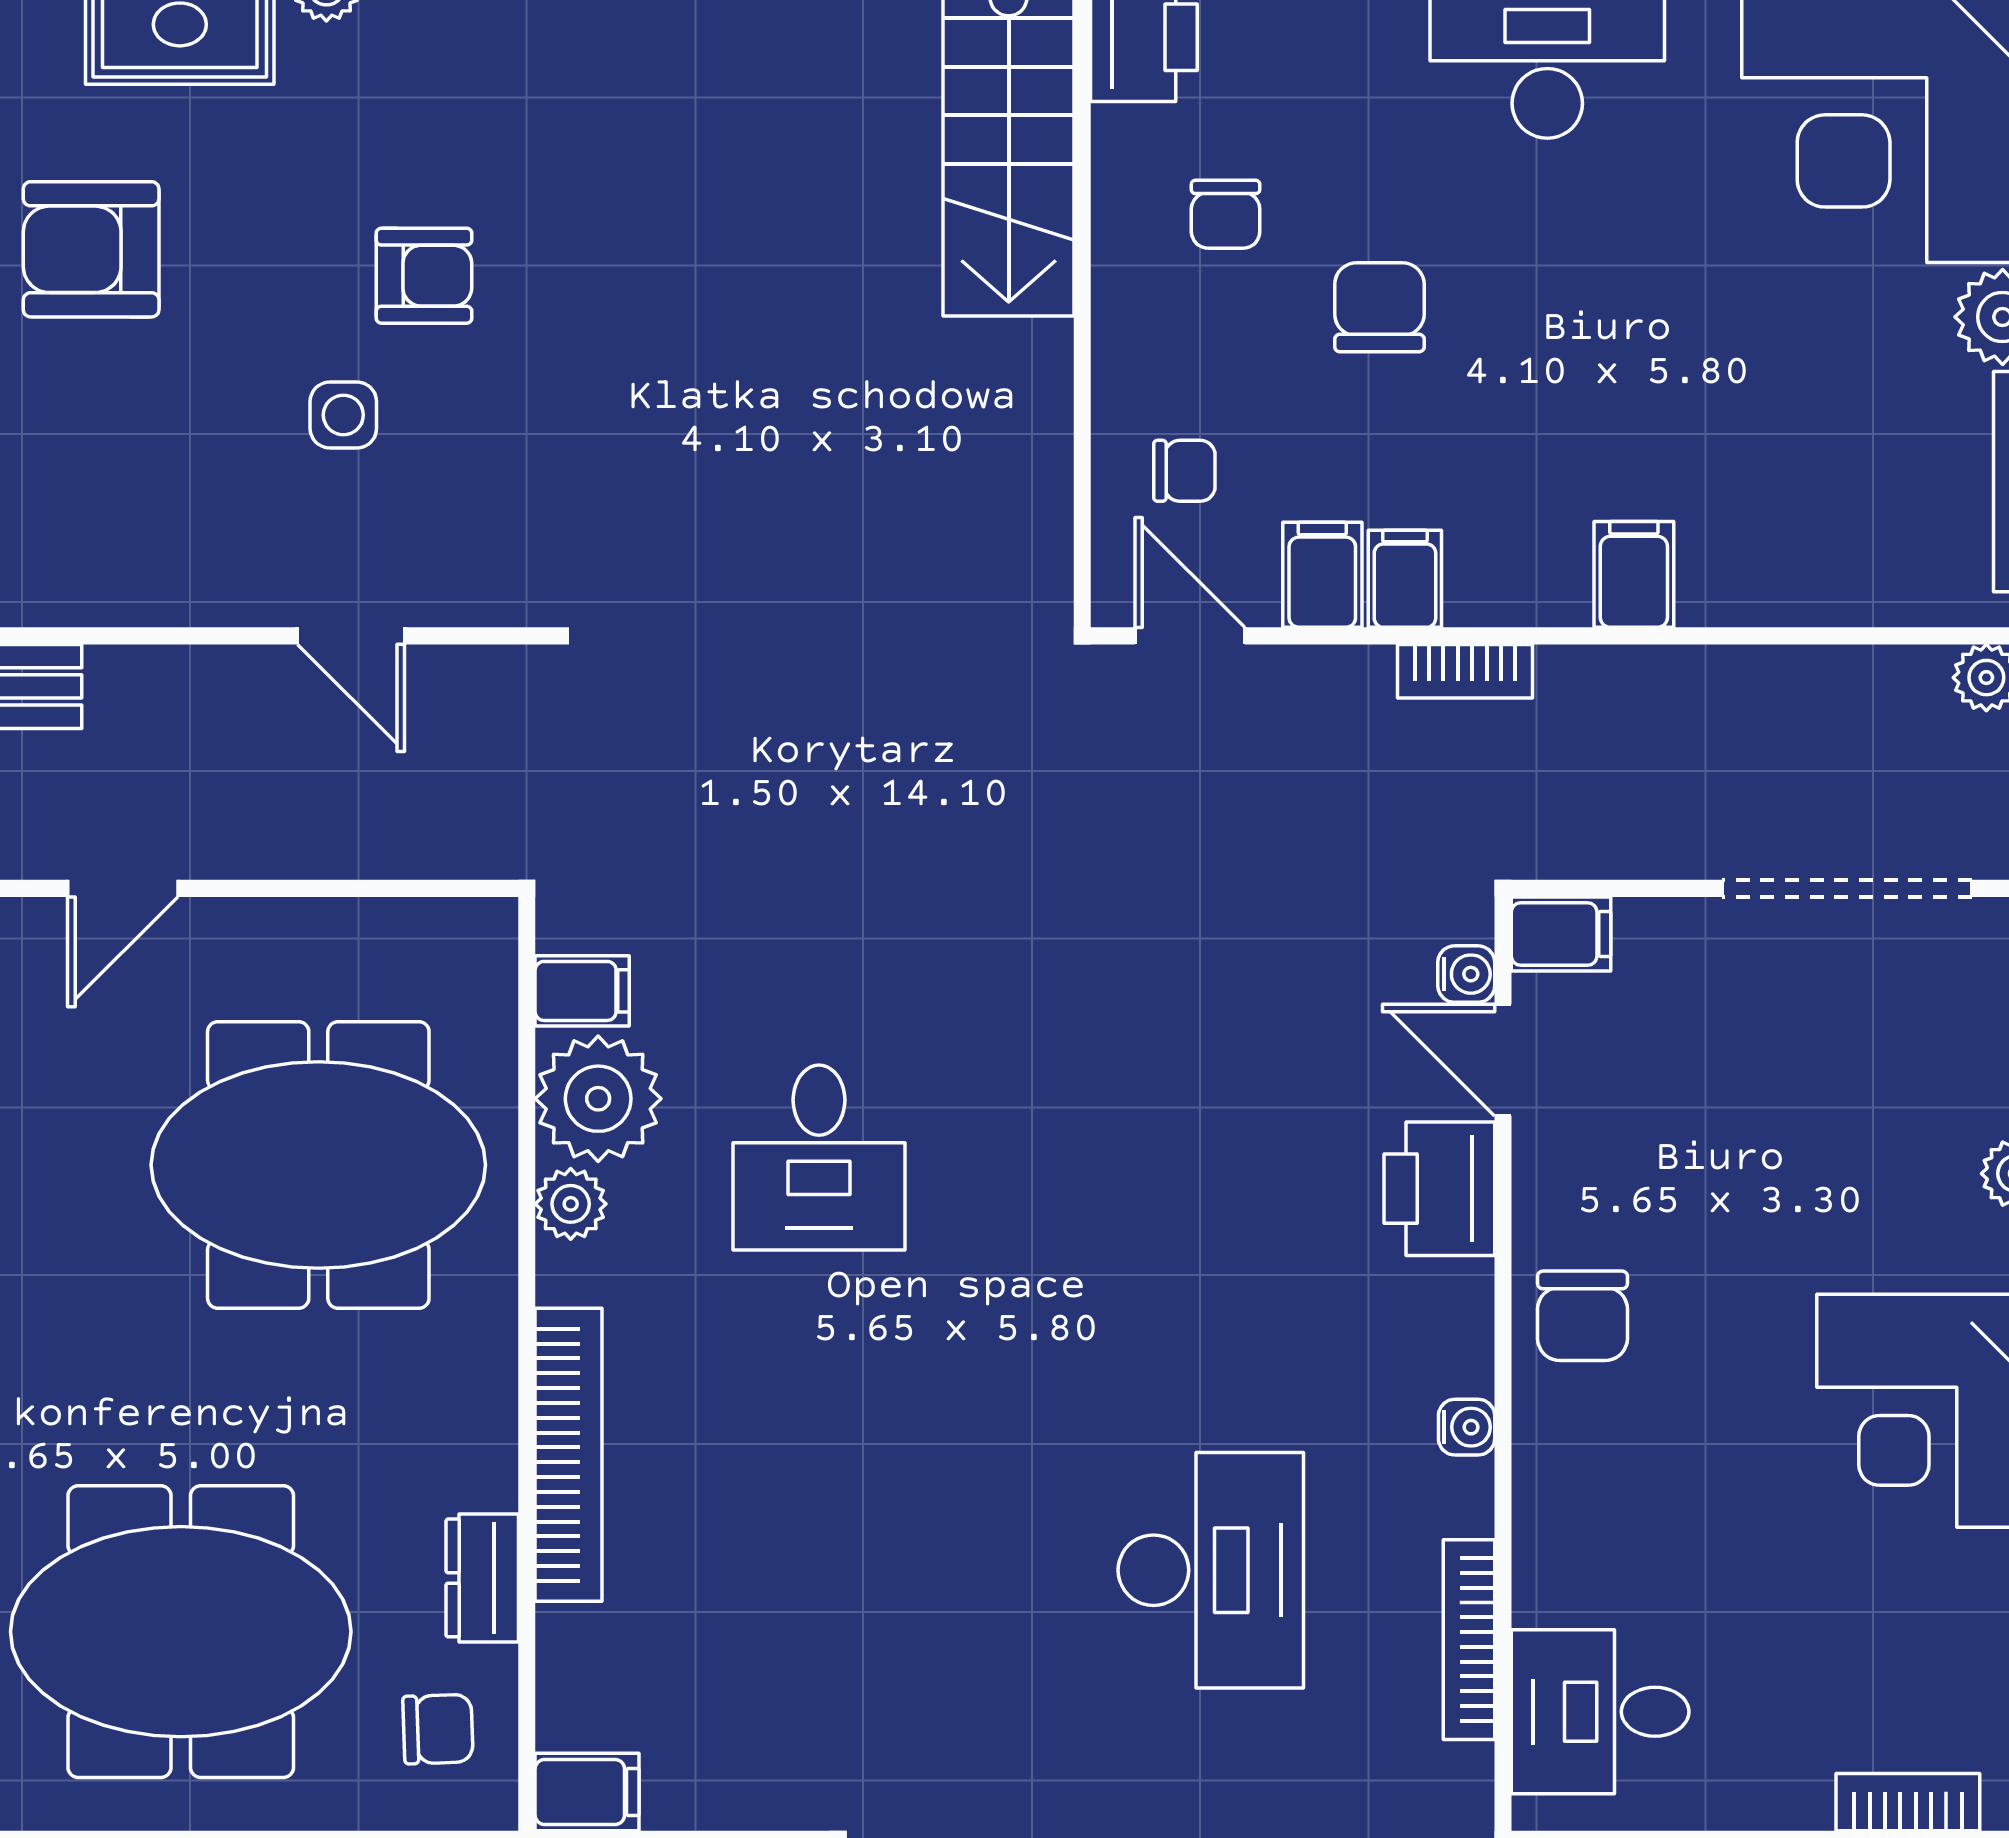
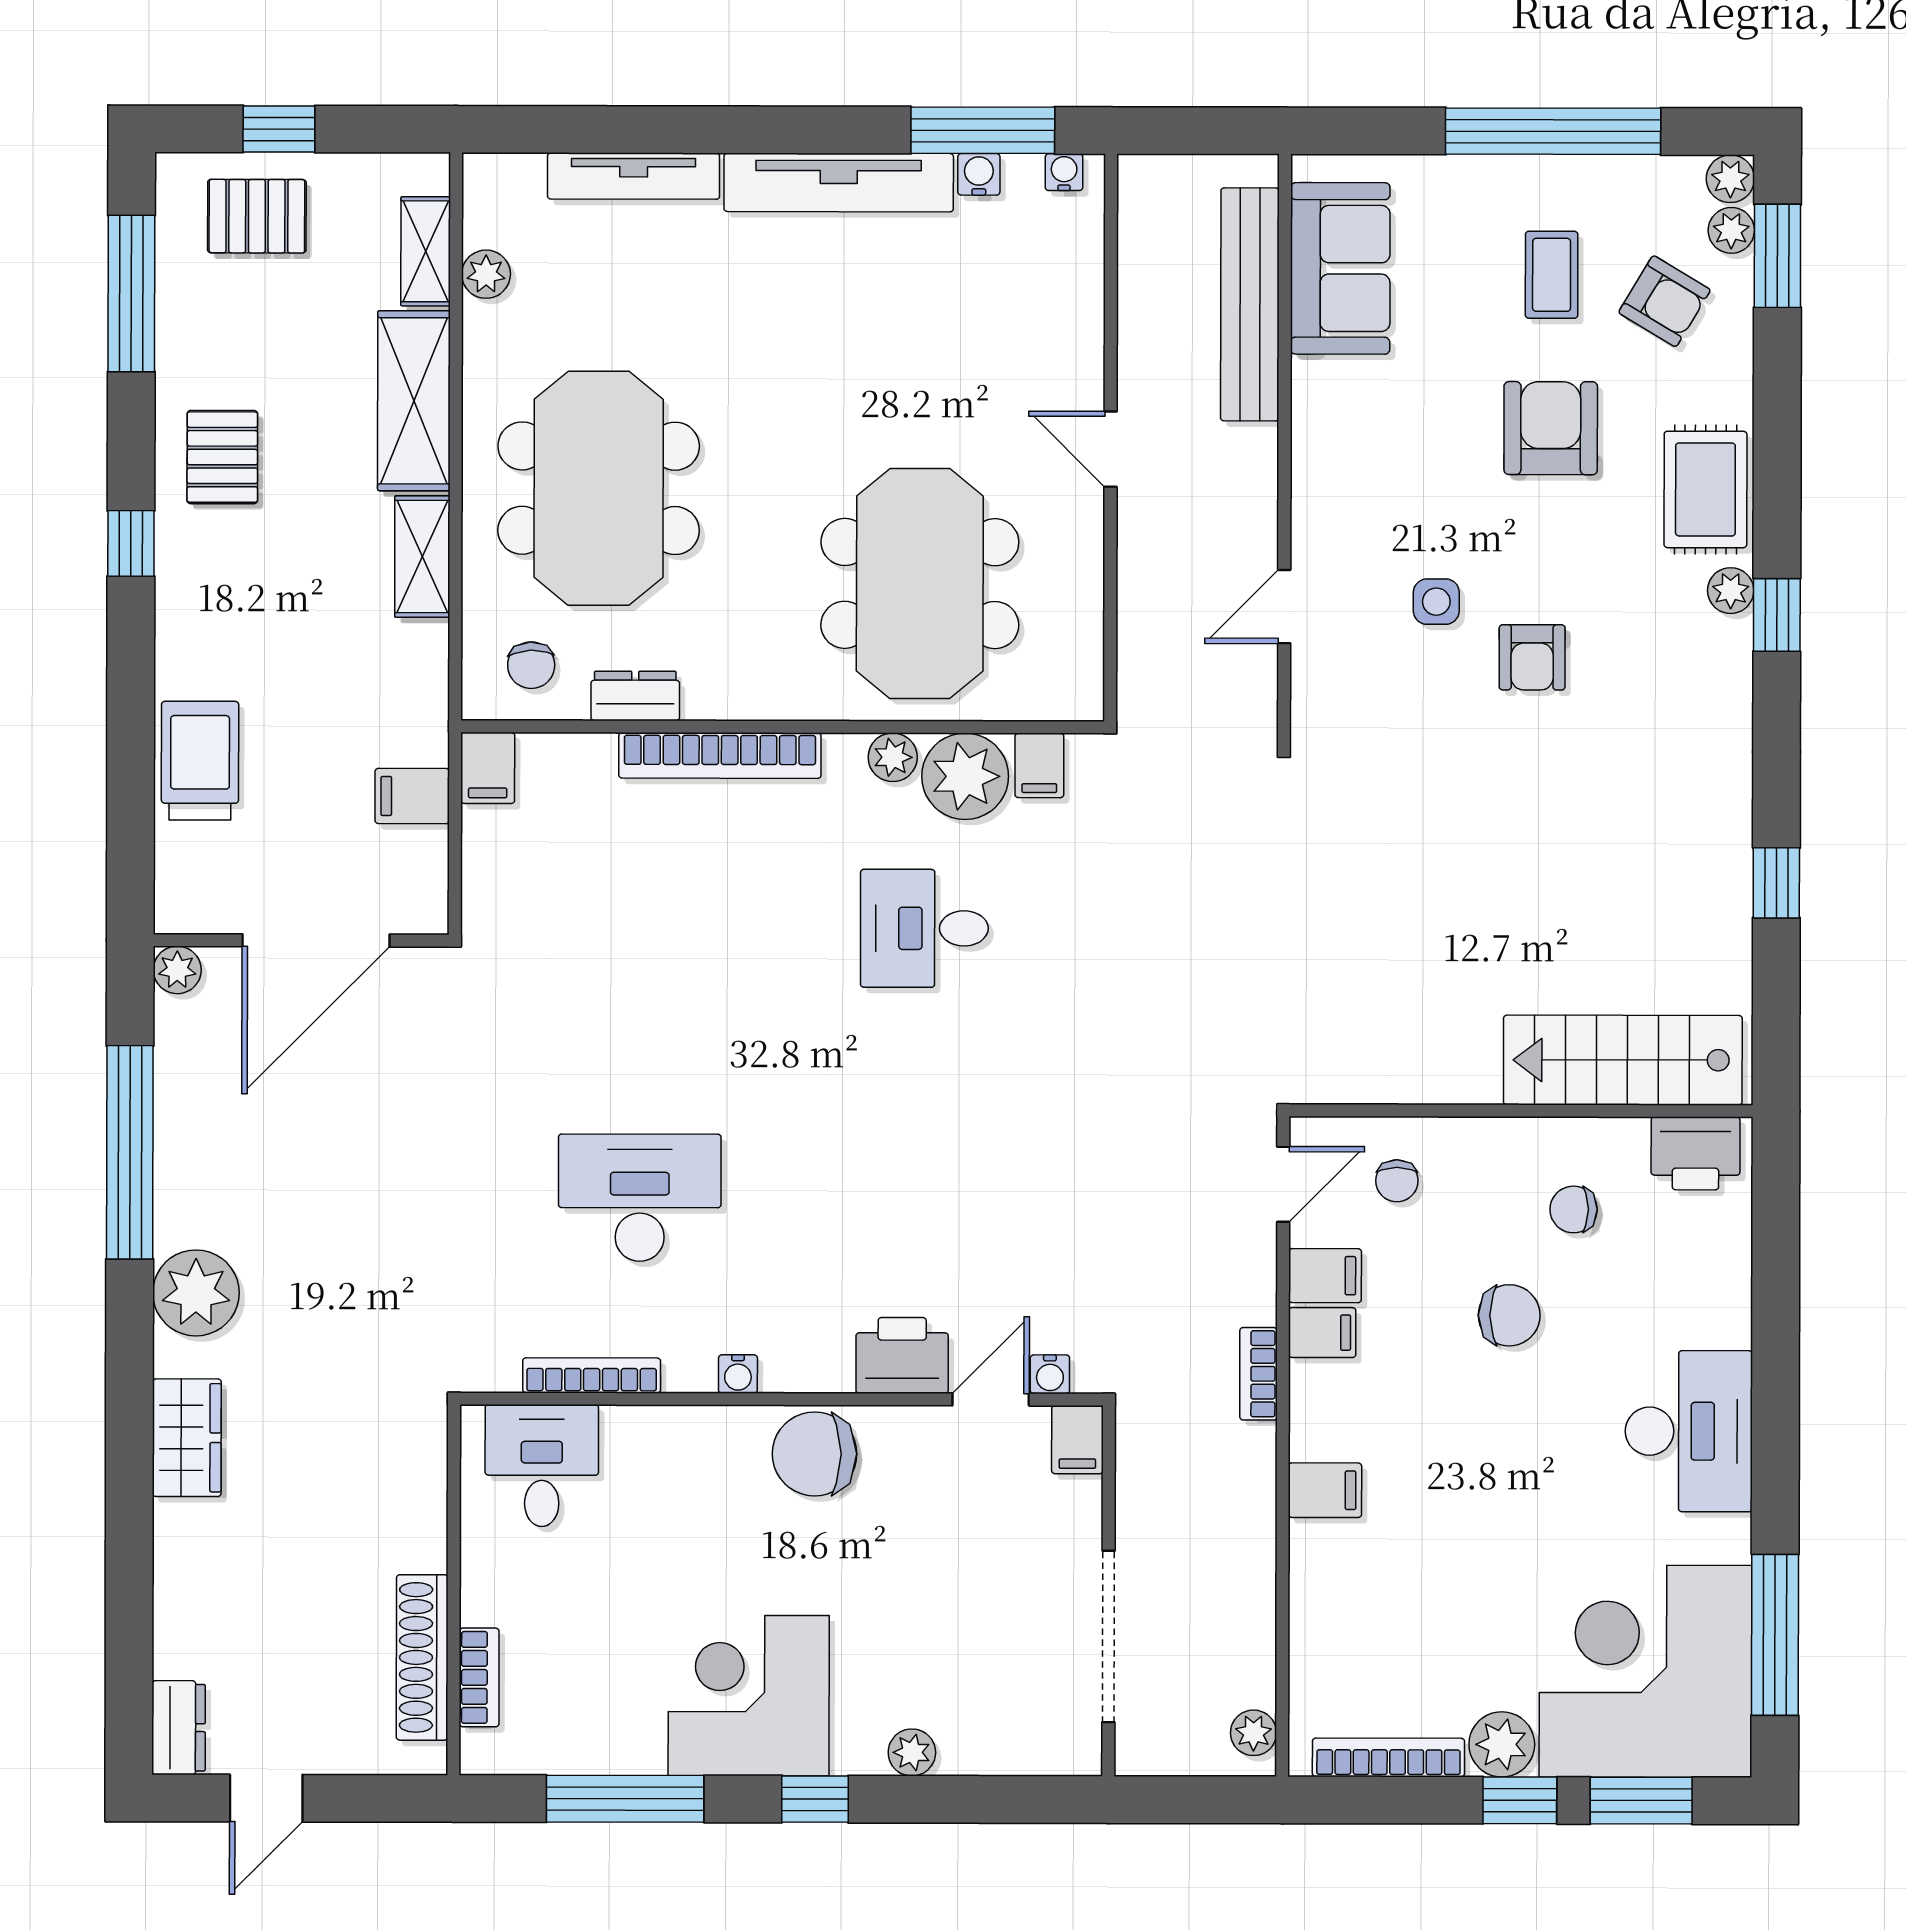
chair: (1582, 1316) -> (814, 1454), width x1.37, depth x1.37
desk: (1211, 1570) -> (640, 1198), turned 180

